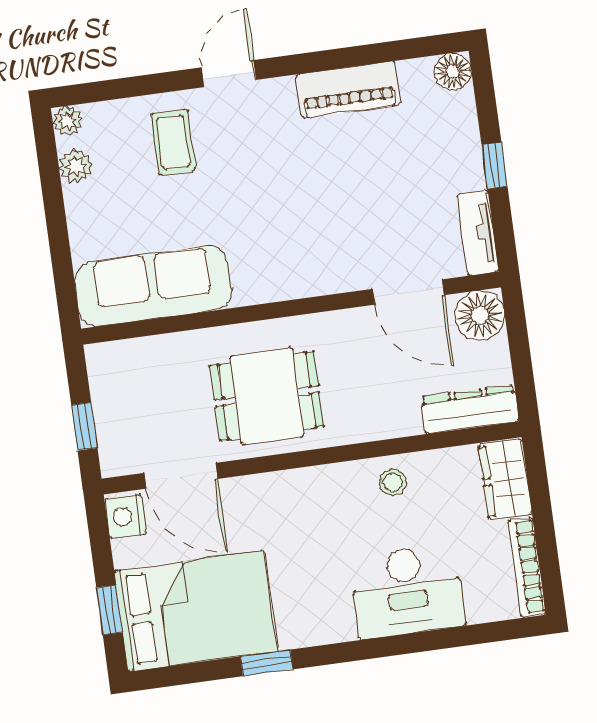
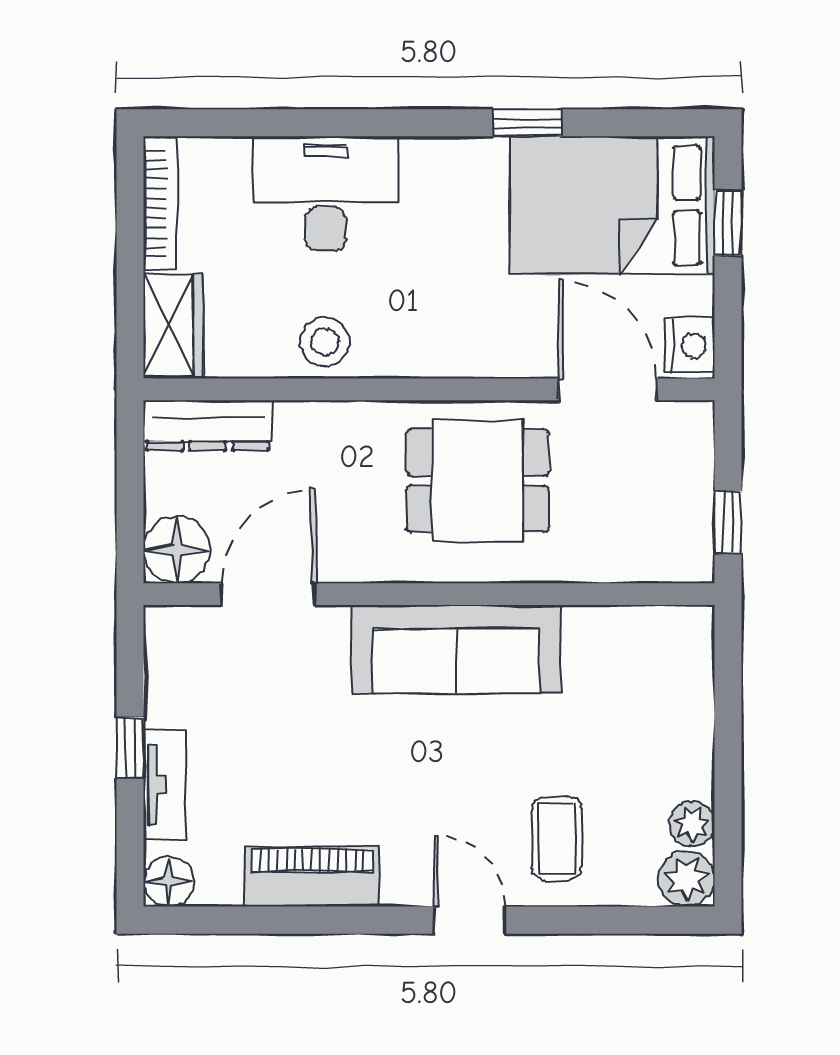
door: (229, 74) -> (470, 920), swing flipped
plant: (68, 121) -> (687, 879), width x1.38, depth x1.38
tv unit: (478, 233) -> (165, 784), moved
sofa: (153, 286) -> (456, 649), moved
door: (409, 292) -> (268, 594), hinge flipped
window: (84, 427) -> (728, 522), moved
stool: (393, 482) -> (325, 342), width x1.37, depth x1.37

